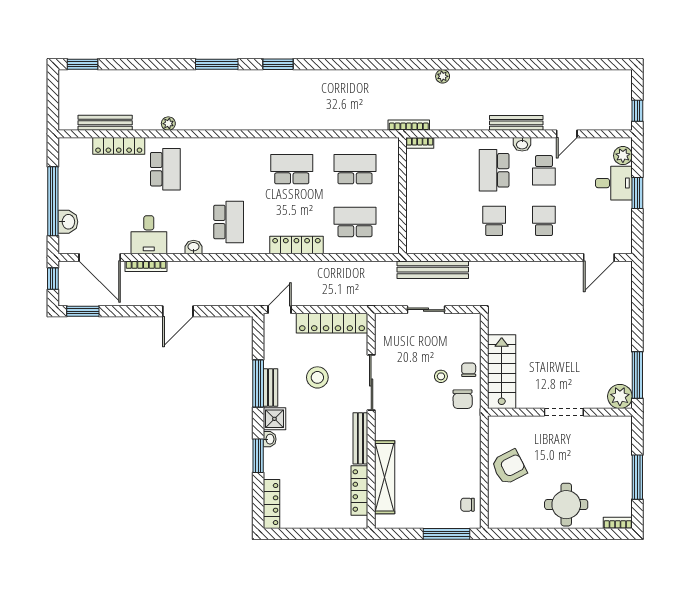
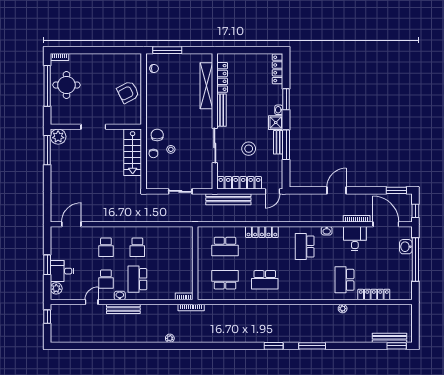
bench: (105, 123) -> (390, 338), moved
school desk: (355, 169) -> (225, 280), turned 180
school desk: (494, 170) -> (137, 279), turned 180
school desk: (544, 170) -> (106, 279), turned 180
bench: (433, 270) -> (228, 199), moved
window: (637, 477) -> (47, 86), width x1.46
round table: (566, 505) -> (66, 85), moved

